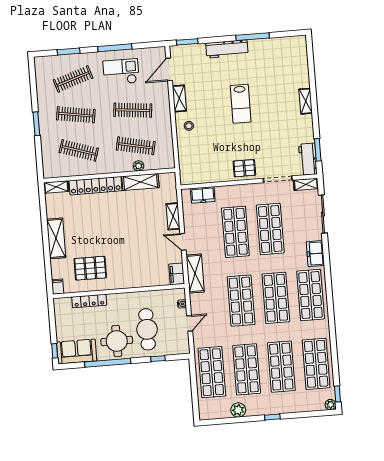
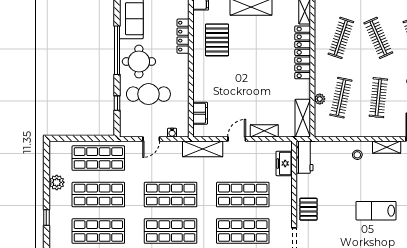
clothes rail: (76, 115) -> (378, 38), turned -33
workbench: (195, 176) -> (304, 157), added
shelving: (140, 182) -> (303, 118), moved
filing cabinet: (177, 274) -> (200, 113), moved, turned 90
door: (190, 323) -> (151, 139), hinge flipped

